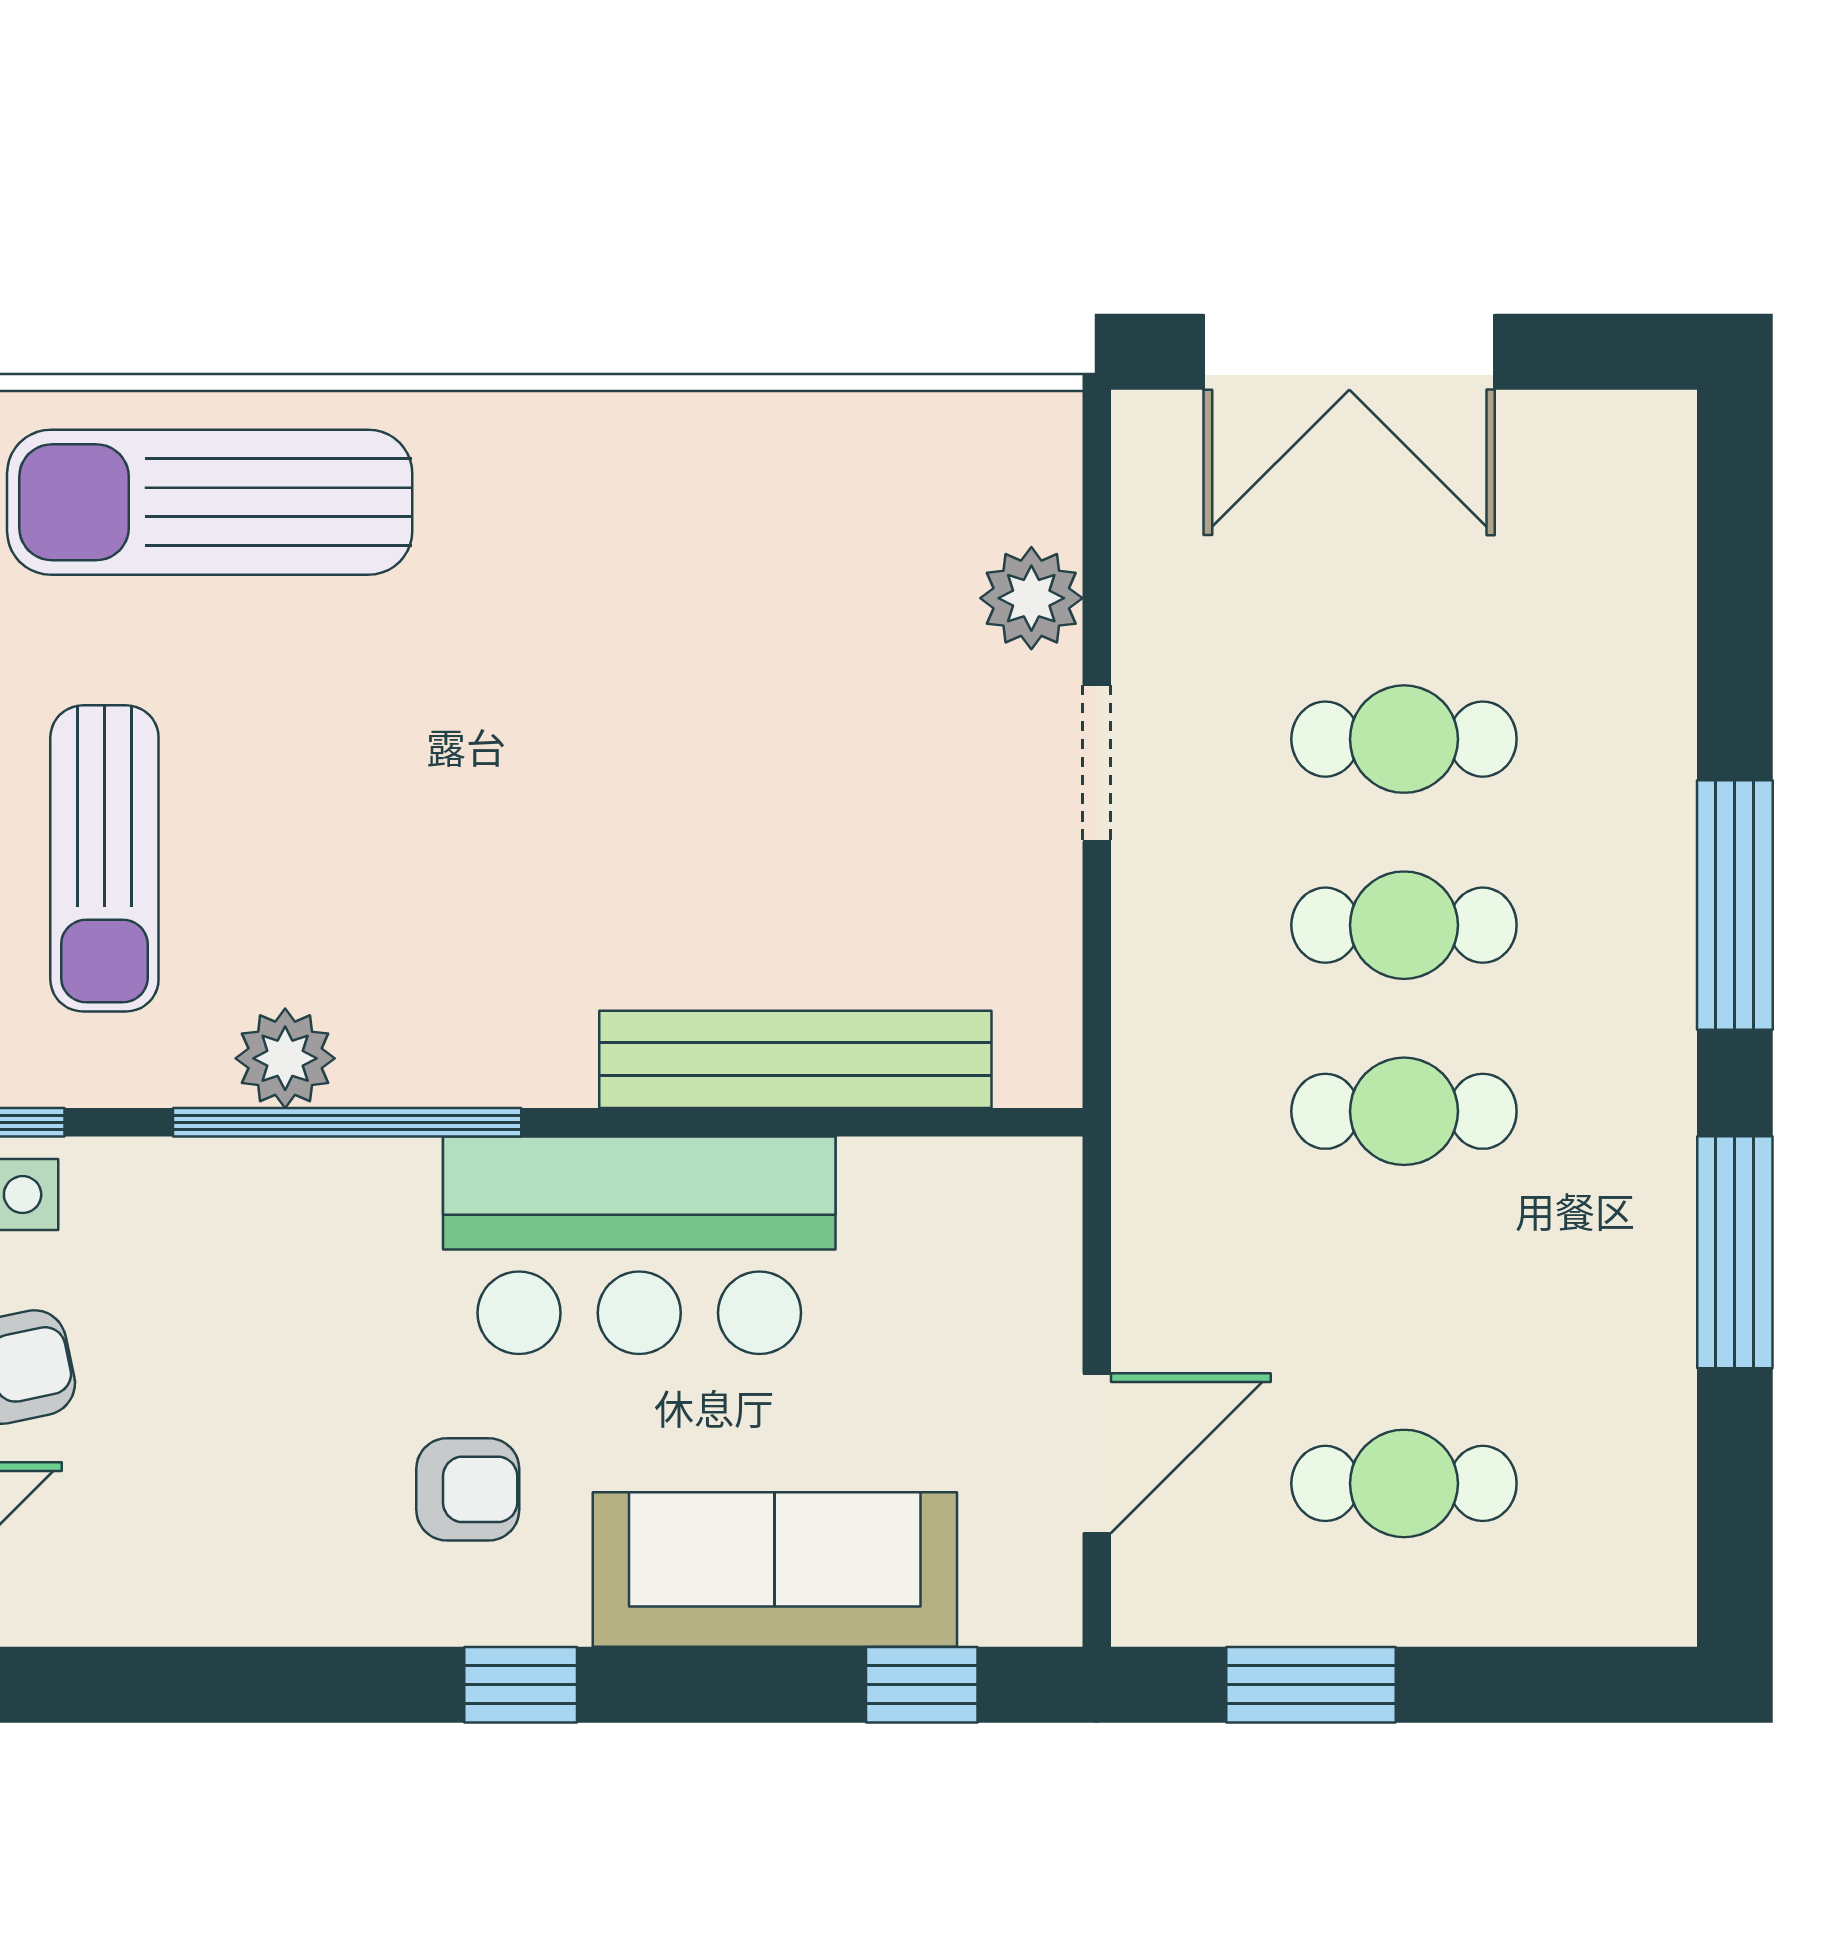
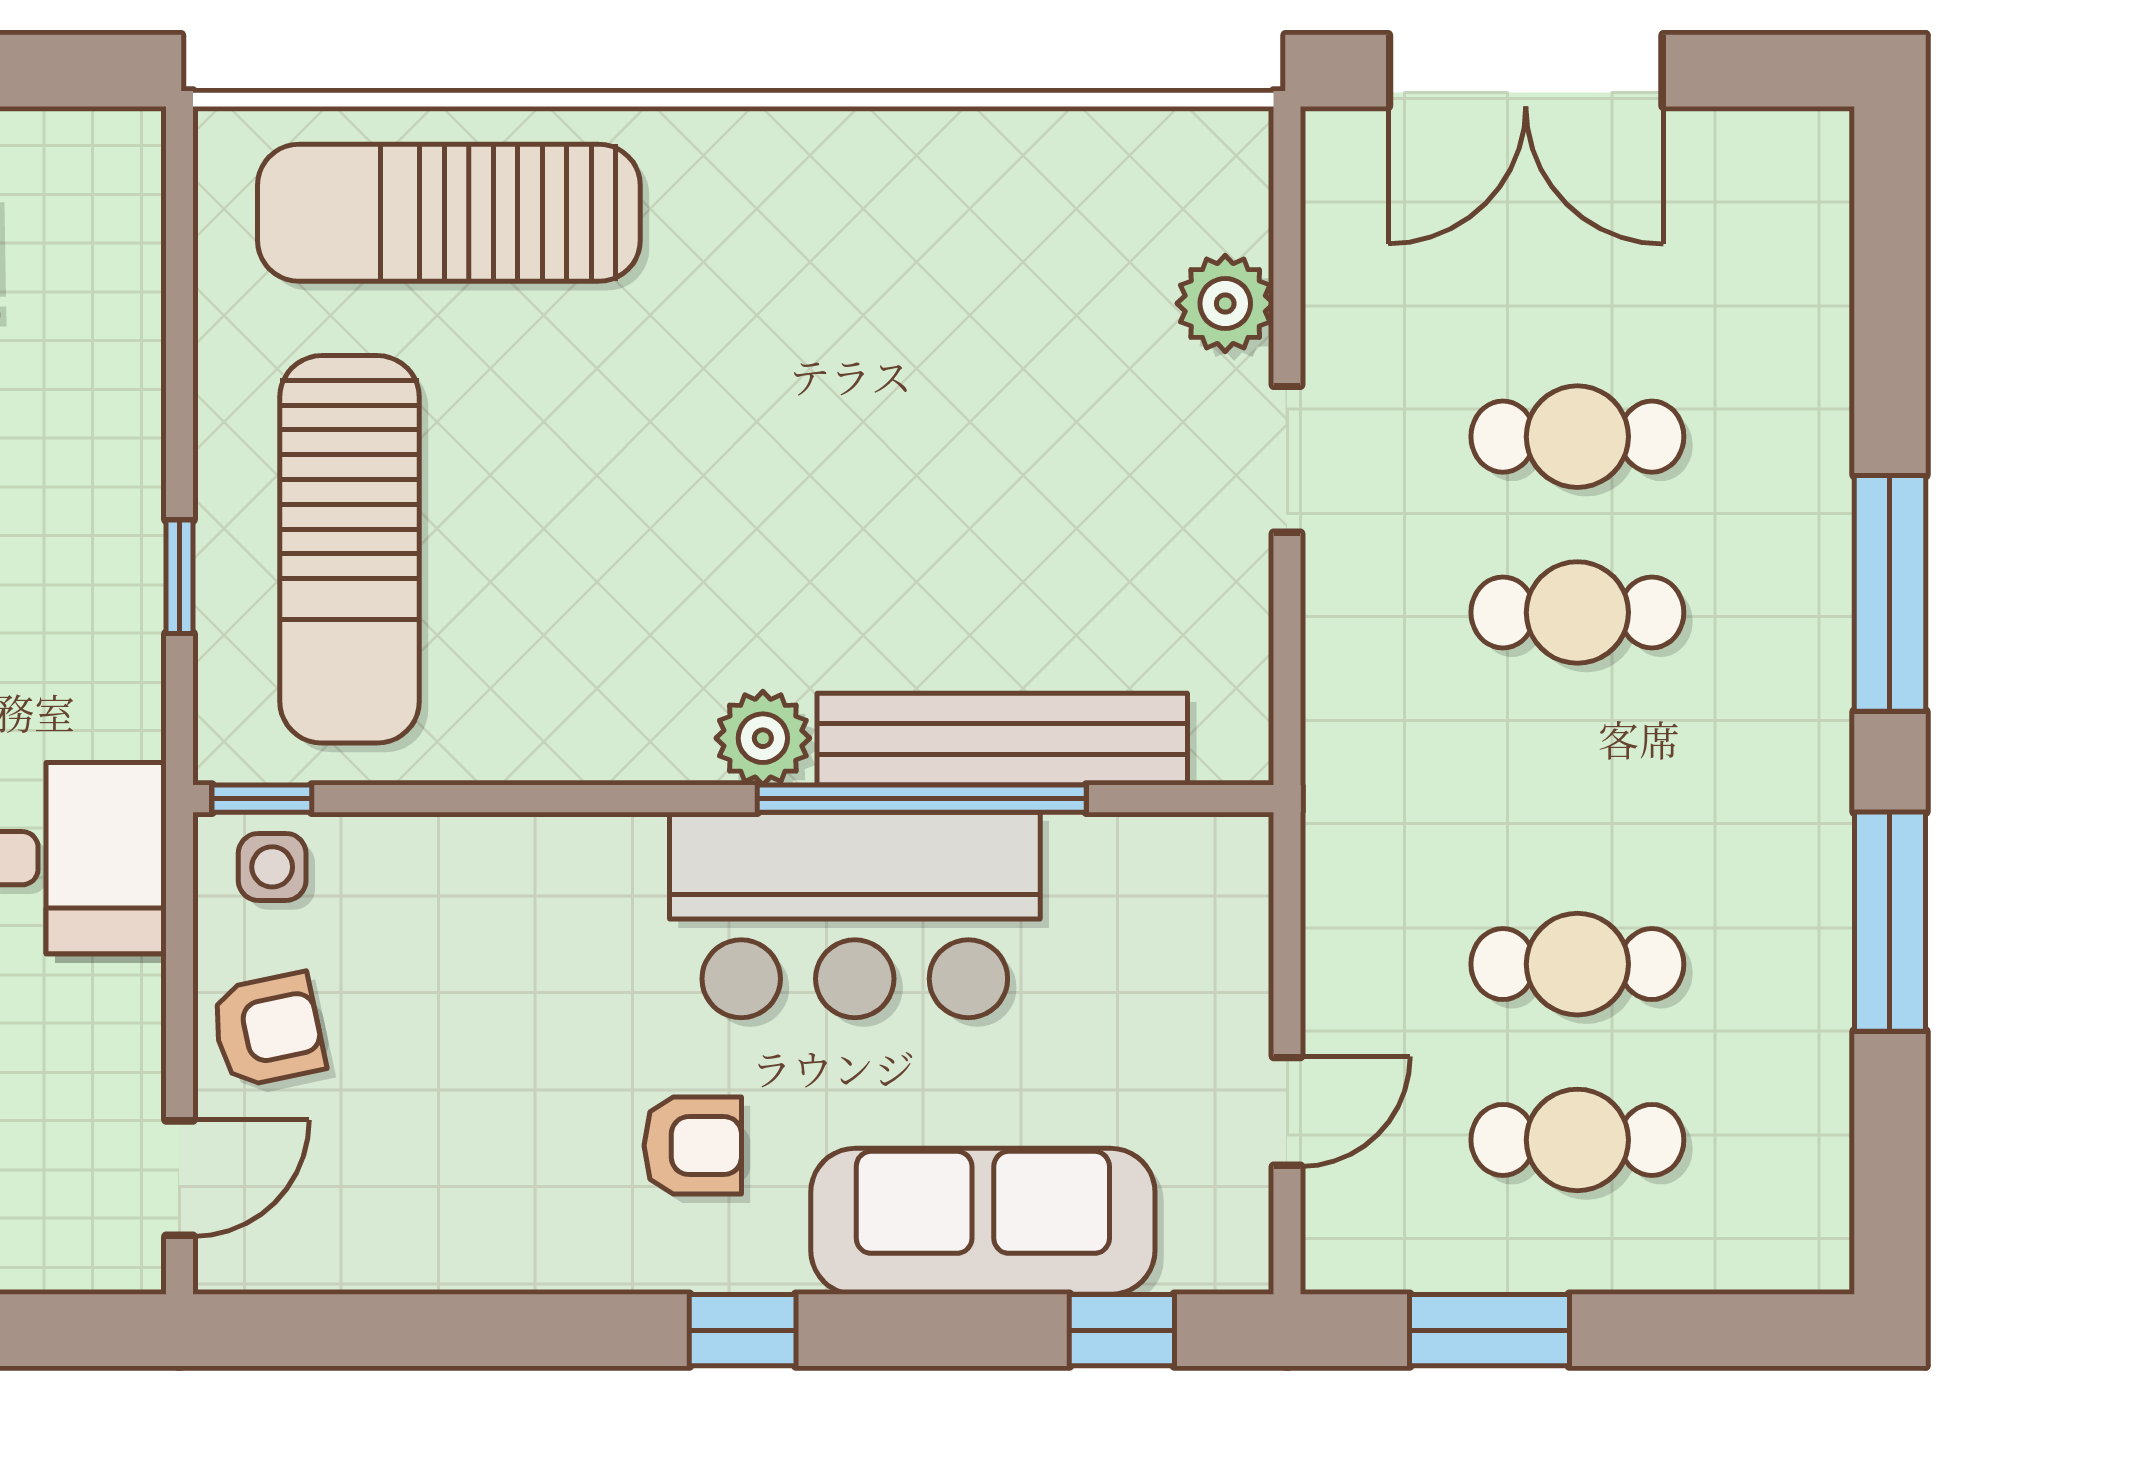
sun lounger: (104, 858) -> (350, 549), width x1.36, depth x1.34
plant: (285, 1058) -> (763, 738), moved
cafe table: (1404, 1111) -> (1577, 964), moved
window: (347, 1122) -> (922, 799), moved
door: (1097, 1453) -> (1287, 1111), width x0.73

